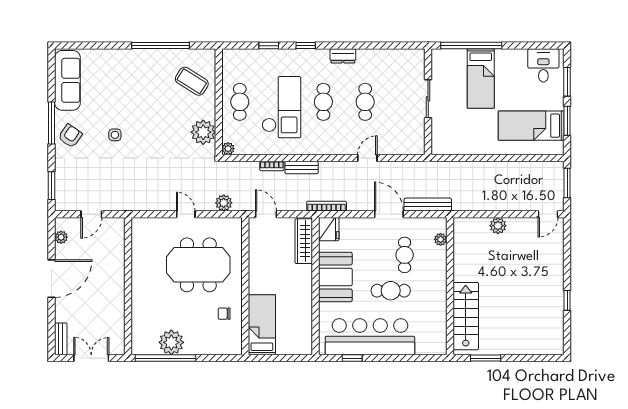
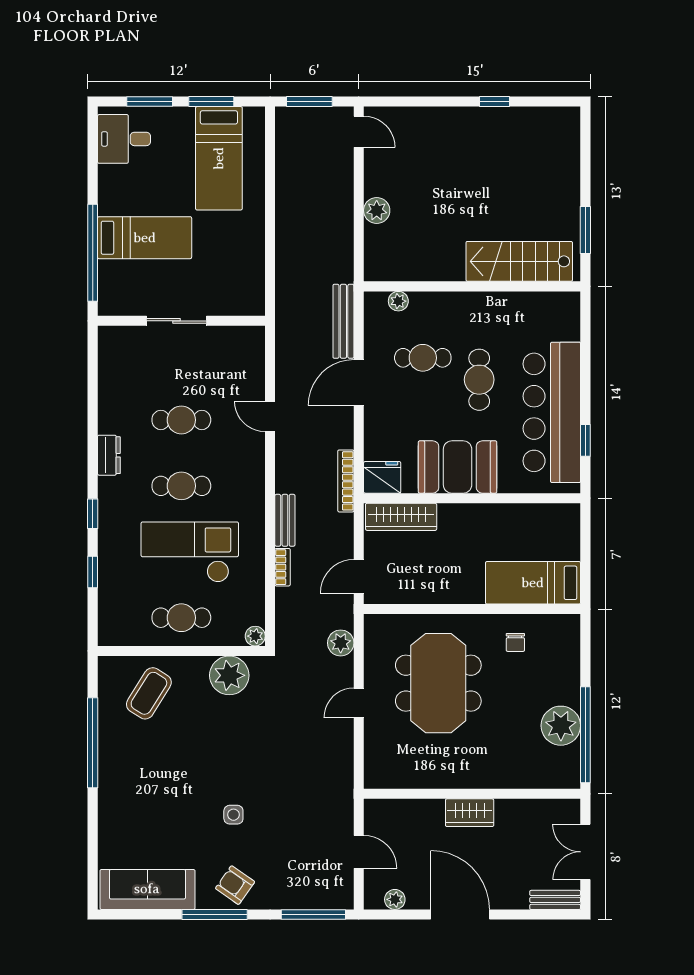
window: (52, 186) -> (313, 915), width x1.44
wardrobe: (116, 285) -> (470, 813), added

